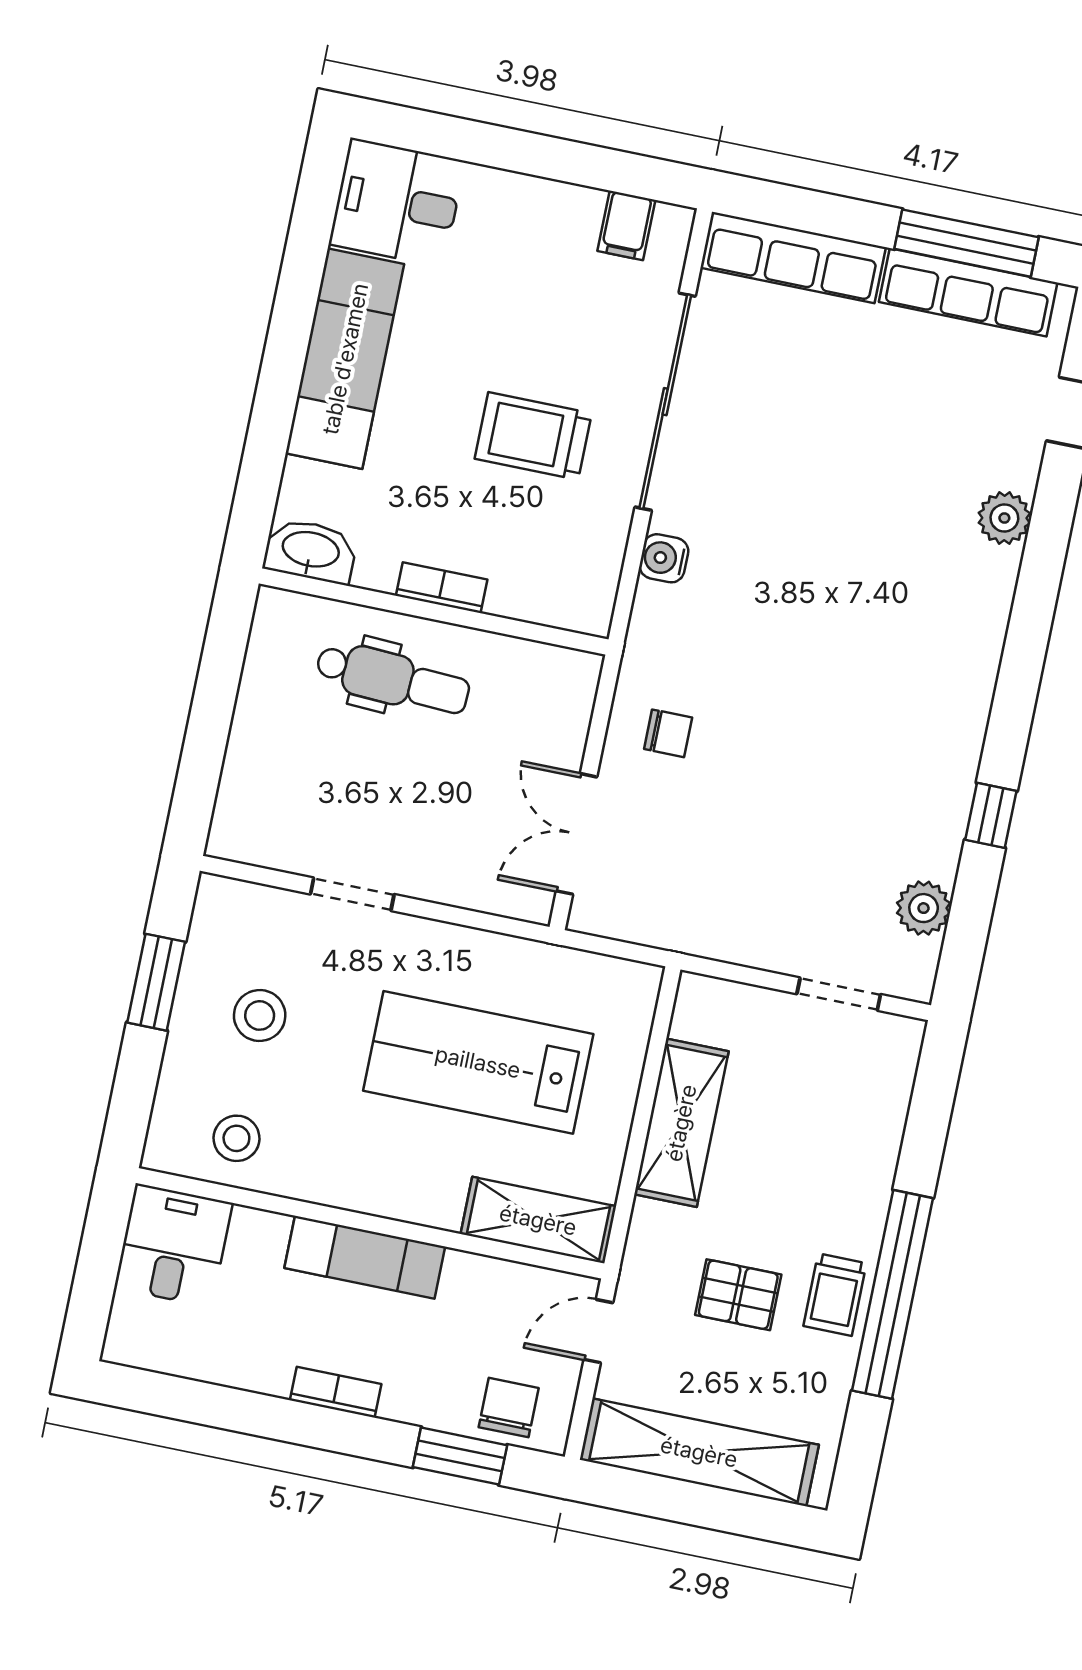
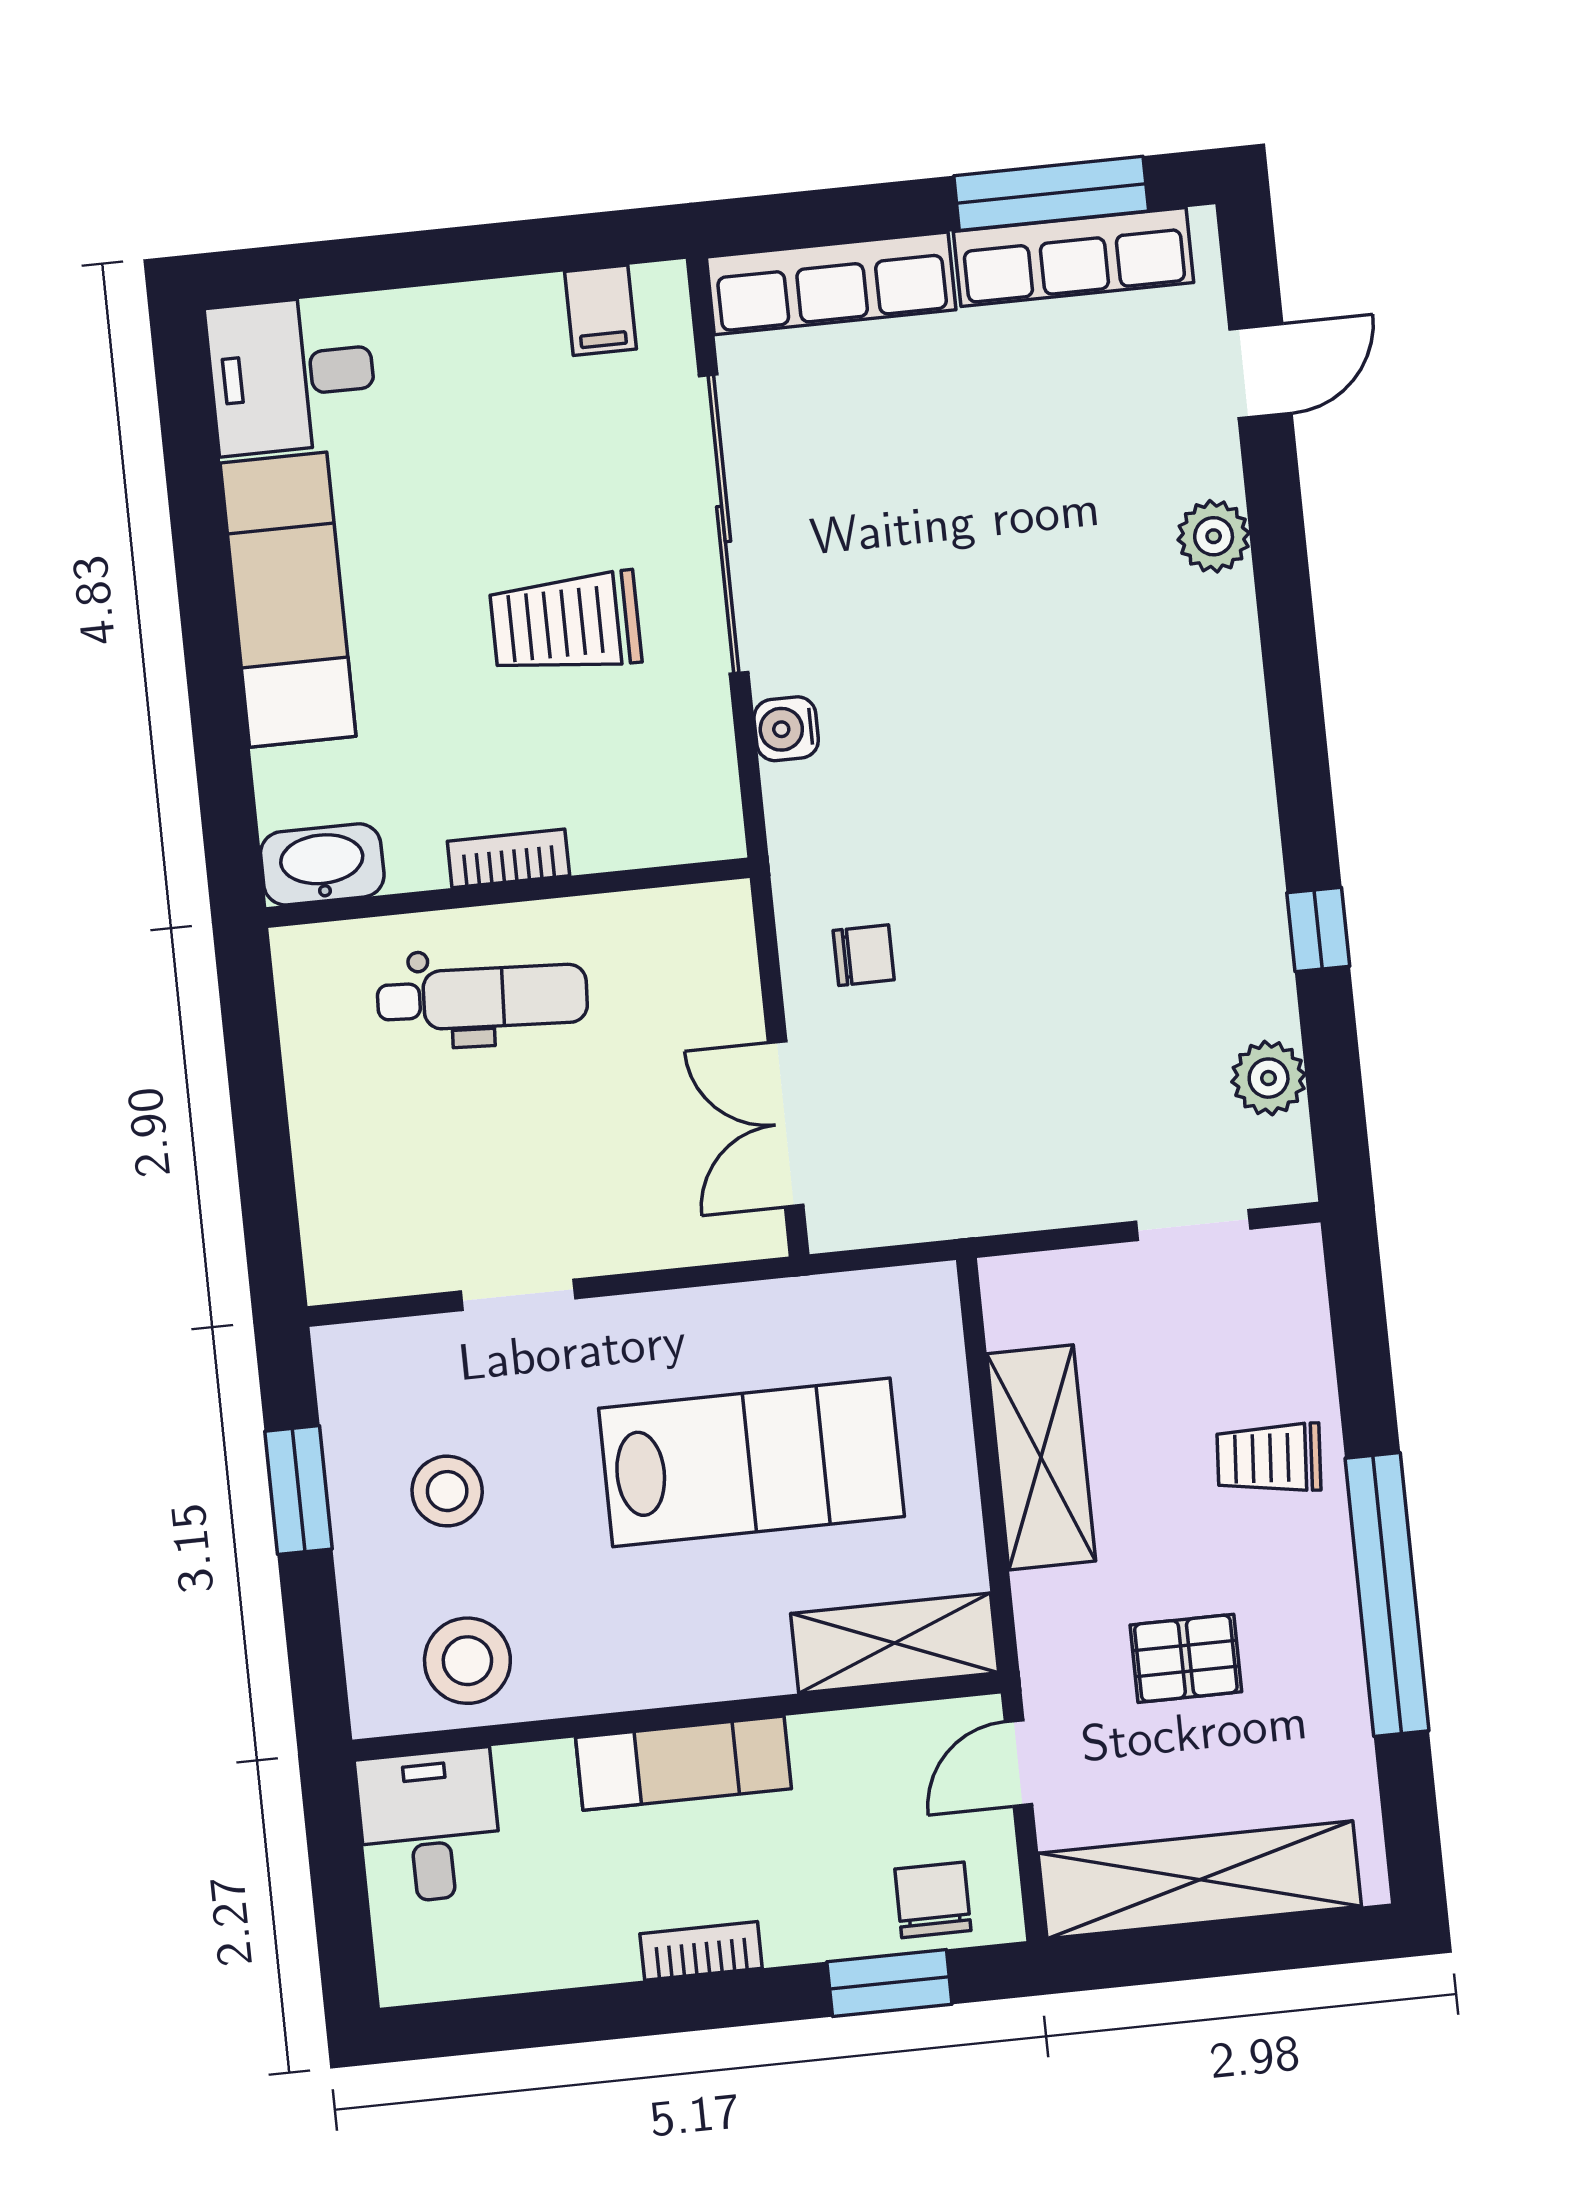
lab bench: (478, 1062) -> (751, 1462), turned 180
stool: (236, 1138) -> (467, 1661), width x1.38, depth x1.38
trolley: (835, 1295) -> (1269, 1458), moved, turned 94

